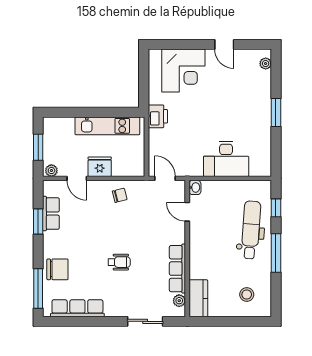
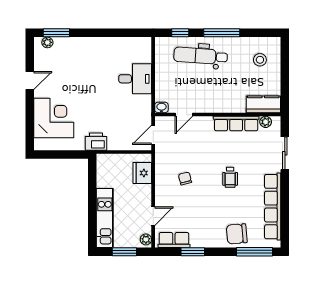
window: (276, 112) -> (56, 33), moved
kitchen unit: (107, 126) -> (105, 218), moved
desk: (226, 159) -> (135, 79), width x0.73
fridge: (100, 167) -> (142, 173), moved
chair: (120, 195) -> (185, 178), moved
row of seats: (51, 214) -> (174, 240), moved
wheelchair: (119, 262) -> (230, 177), turned 180
chair: (57, 269) -> (237, 234), turned -95
row of seats: (77, 308) -> (273, 207), width x1.36

